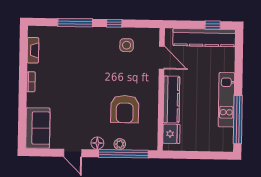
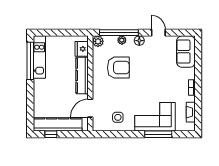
window: (114, 23) -> (128, 134), removed
corner sofa: (79, 45) -> (155, 117), added
door: (162, 58) -> (90, 108), hinge flipped
kitchen unit: (226, 100) -> (39, 57), moved
armchair: (125, 109) -> (118, 68), turned 90
plant: (150, 143) -> (98, 41), added

